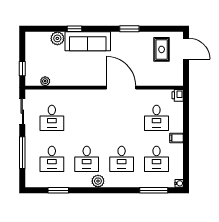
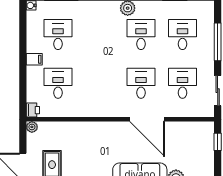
plant: (45, 81) -> (32, 127), moved
door: (121, 88) -> (147, 119), moved
desk: (122, 159) -> (141, 83), moved

